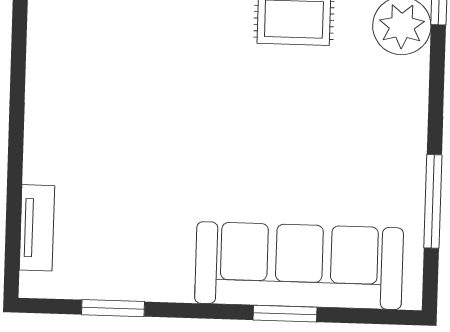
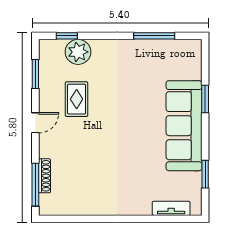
sofa: (299, 266) -> (184, 126), moved

